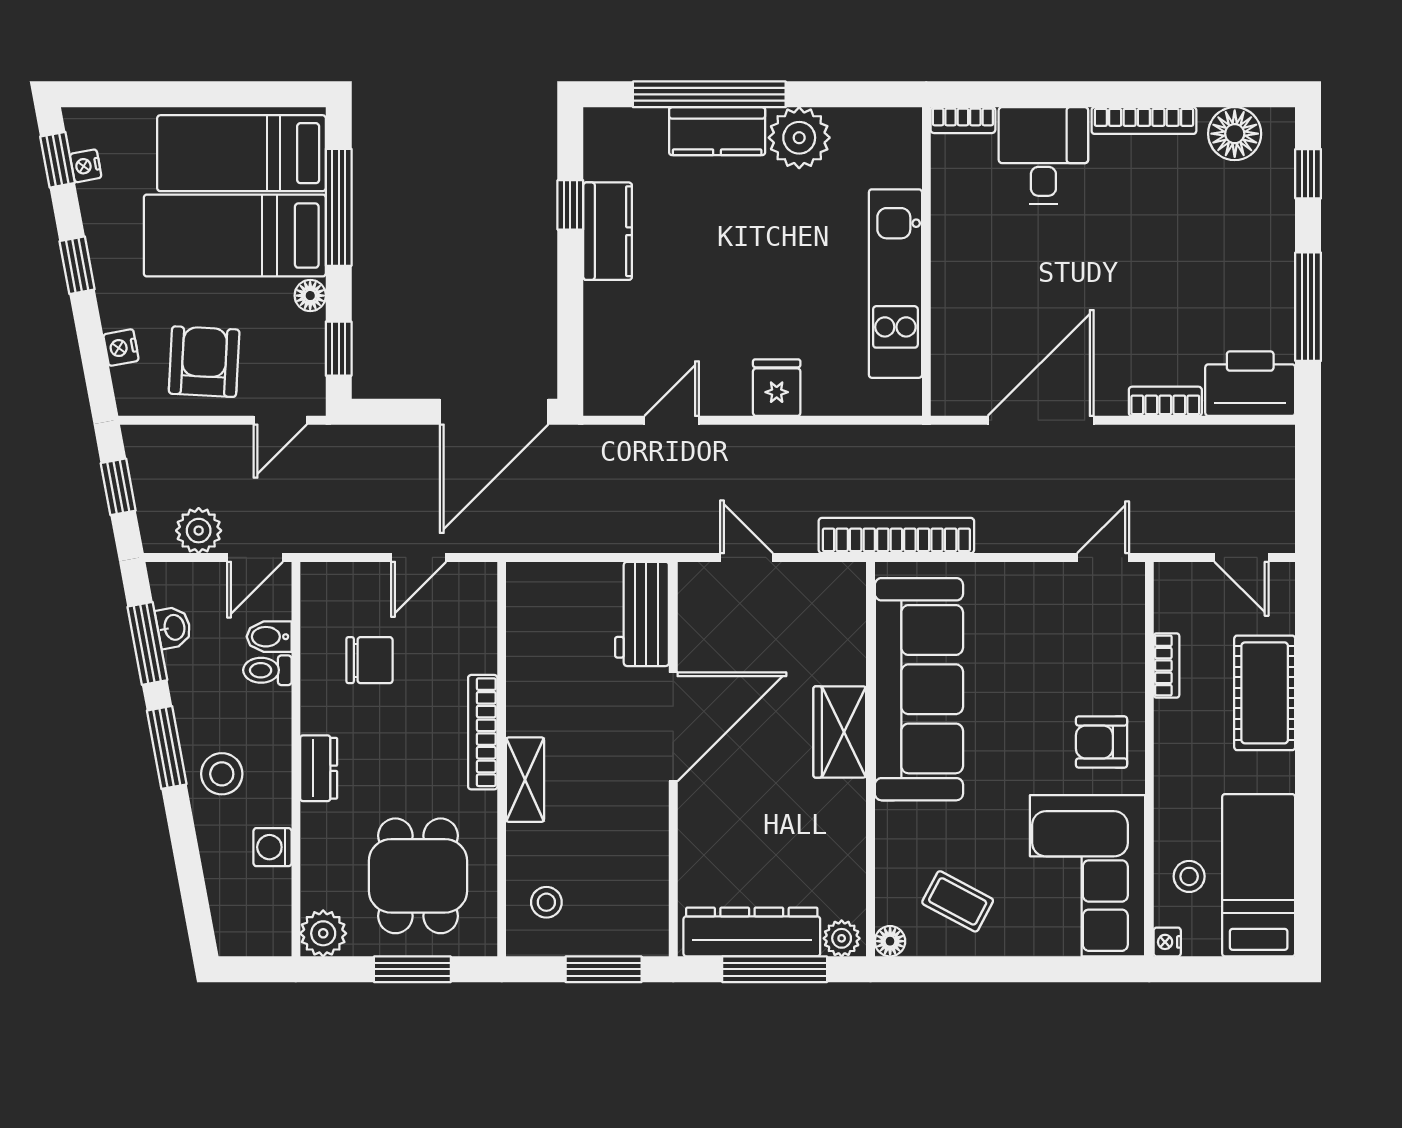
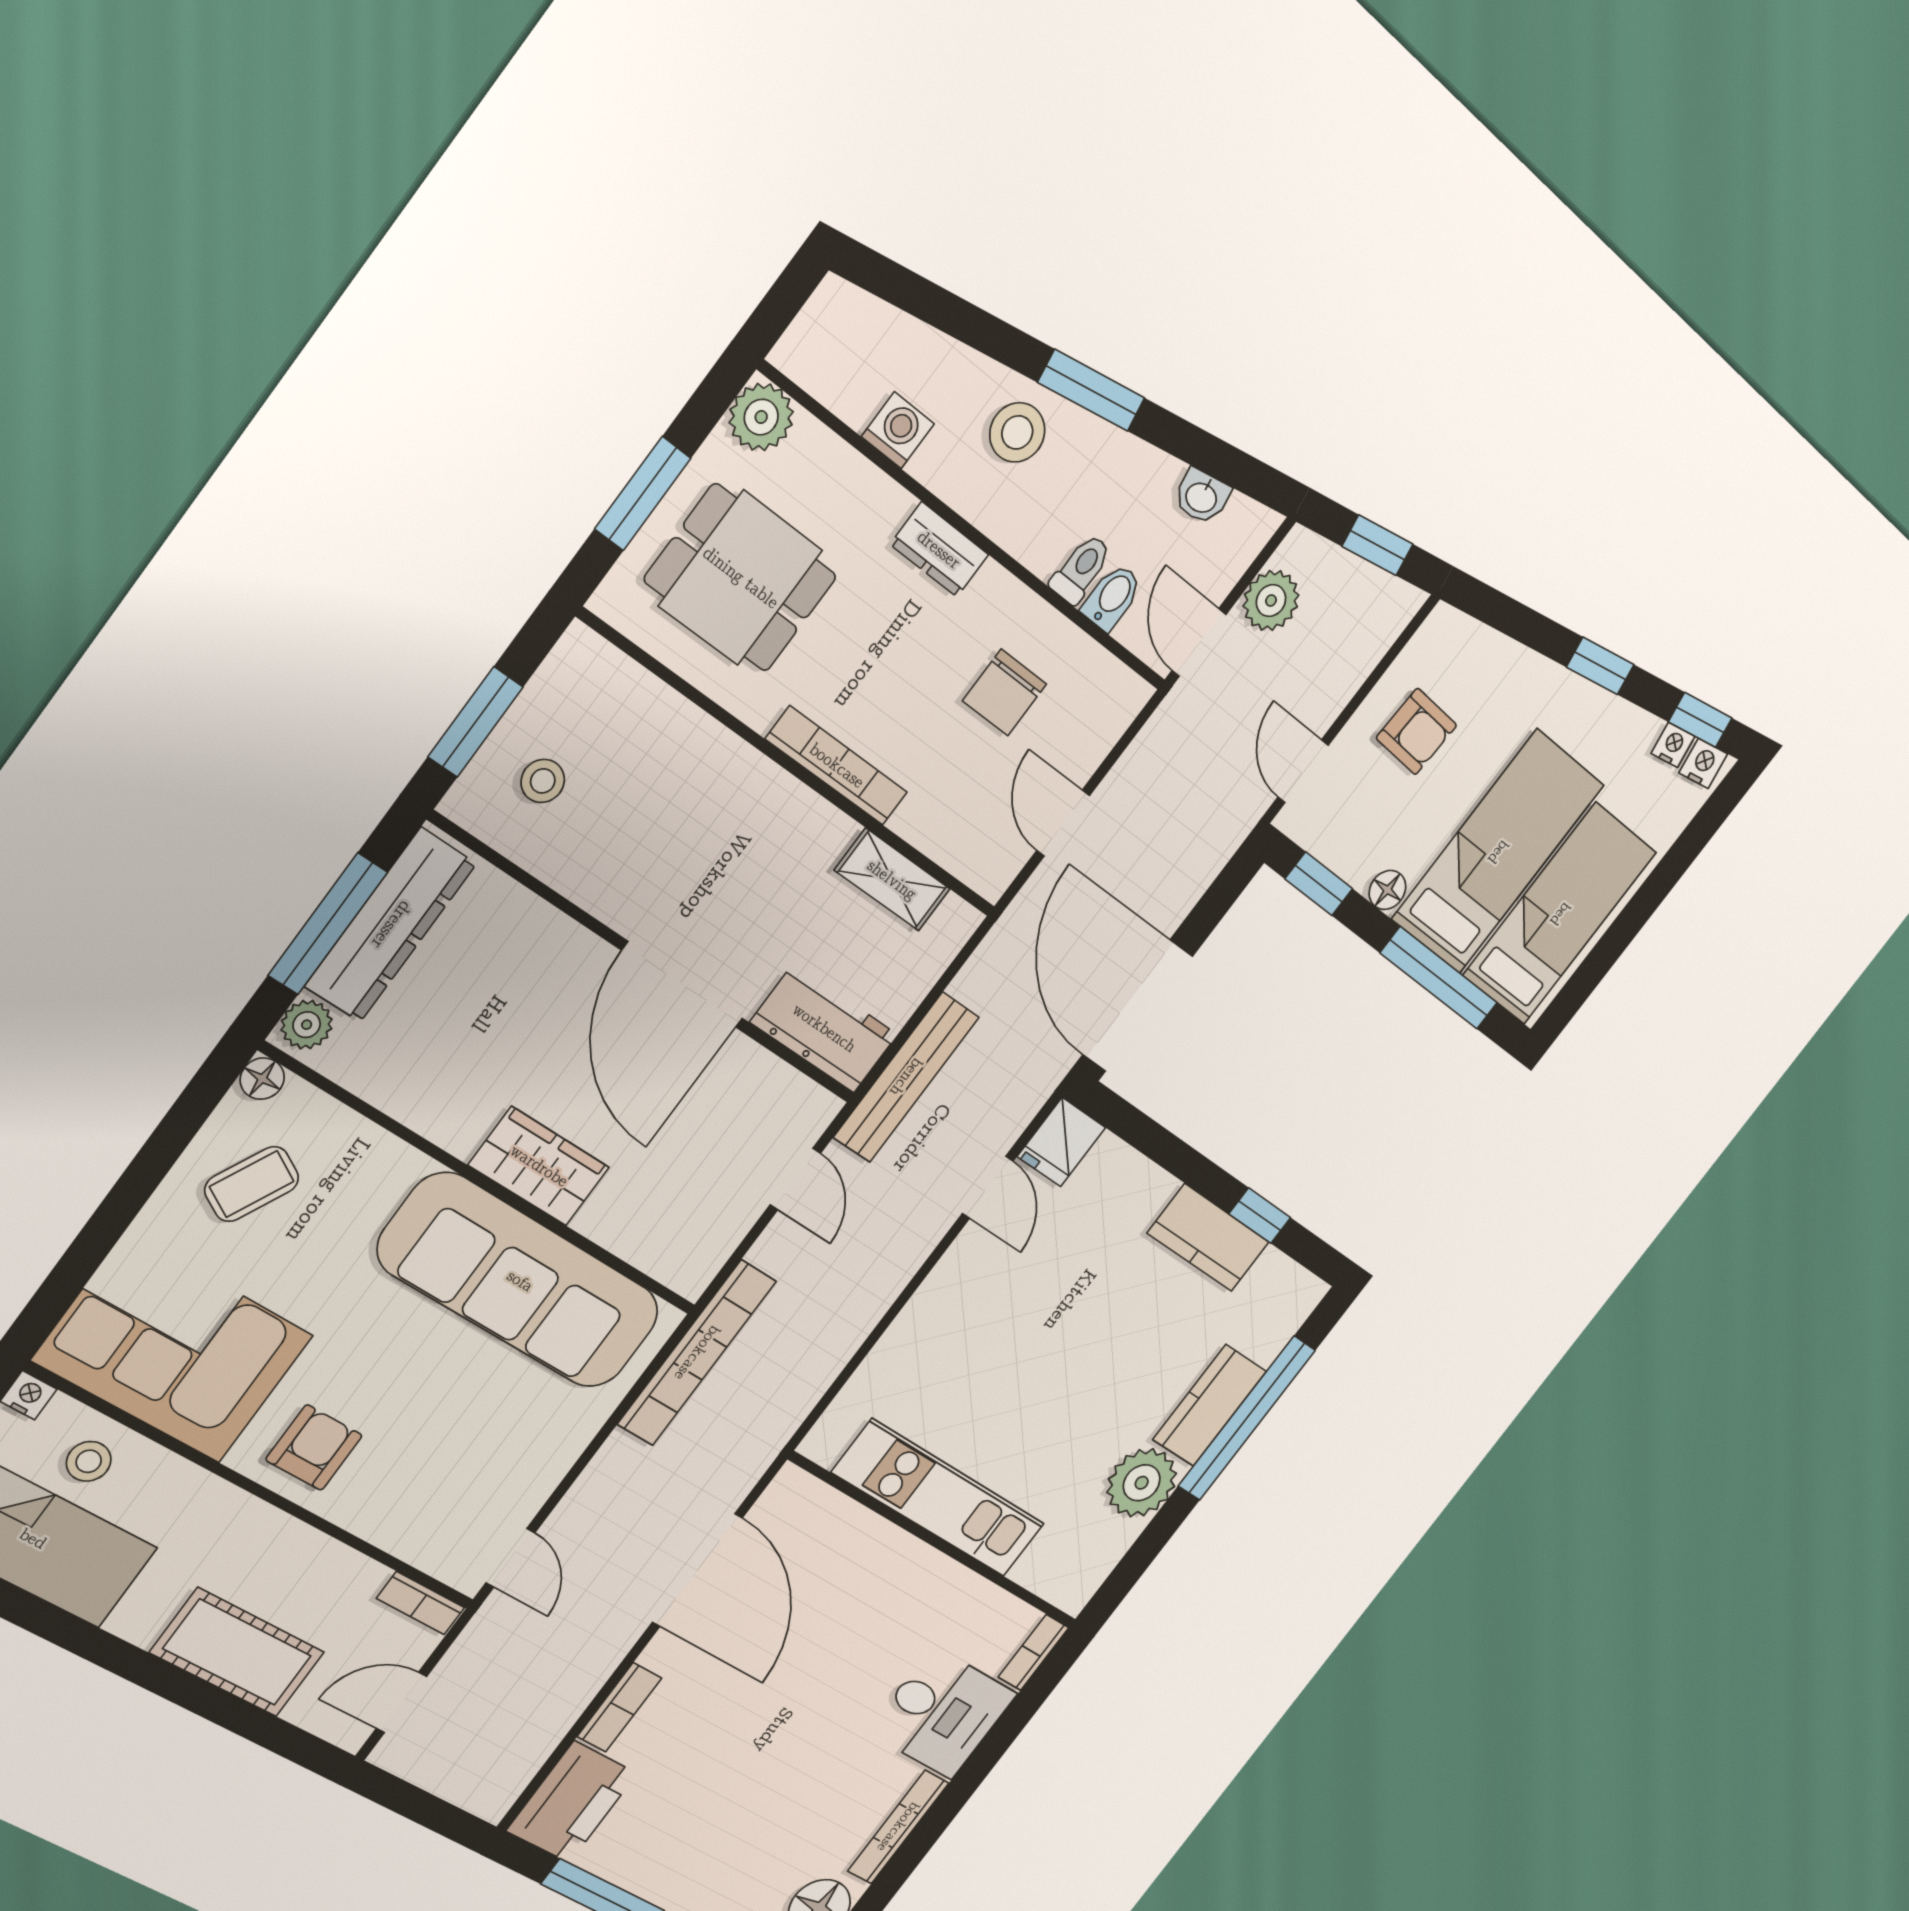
nightstand: (121, 348) -> (1703, 763), moved
armchair: (204, 362) -> (1416, 732), width x0.72, depth x0.72
fridge: (777, 388) -> (1061, 1142), moved, turned 90
bench: (638, 534) -> (906, 1077), added
door: (746, 557) -> (795, 1179), hinge flipped
window: (147, 643) -> (1209, 454), removed
bookcase: (1167, 665) -> (421, 1603), moved
shelving: (525, 780) -> (892, 880), moved
stool: (546, 902) -> (543, 781), moved

